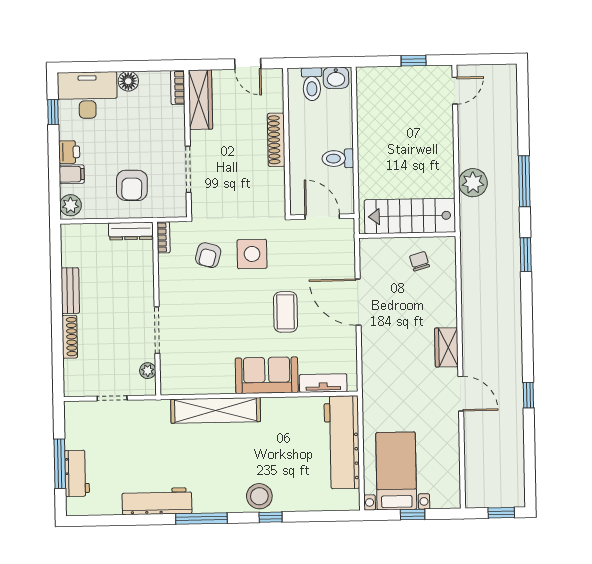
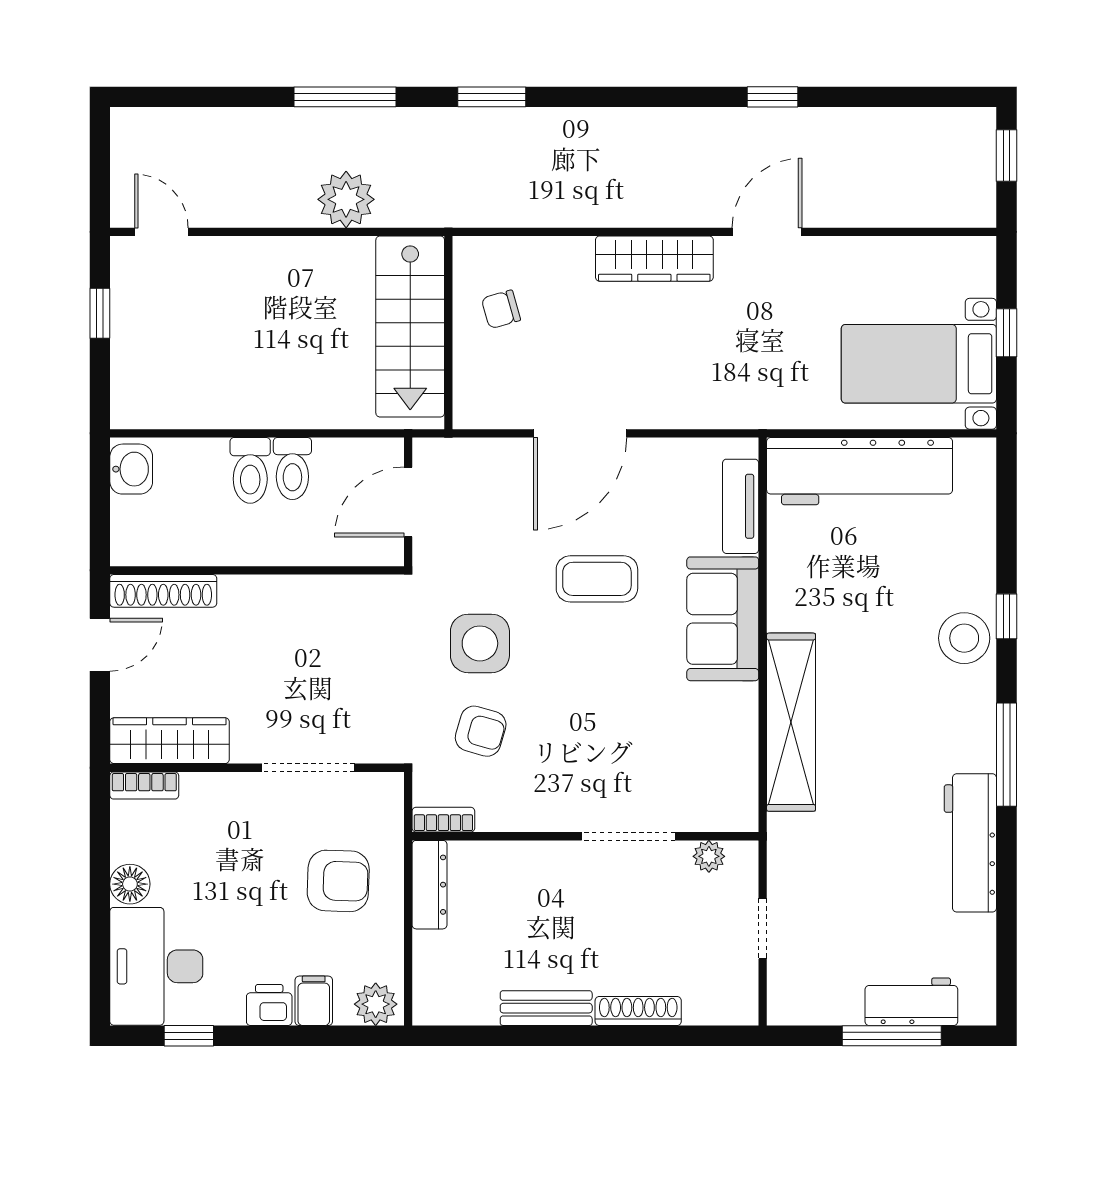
toilet: (312, 84) -> (250, 470), moved, turned 90
shoe rack: (276, 140) -> (163, 591), moved
wardrobe: (446, 347) -> (654, 259), width x1.50

